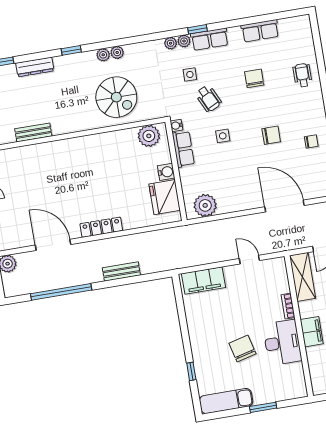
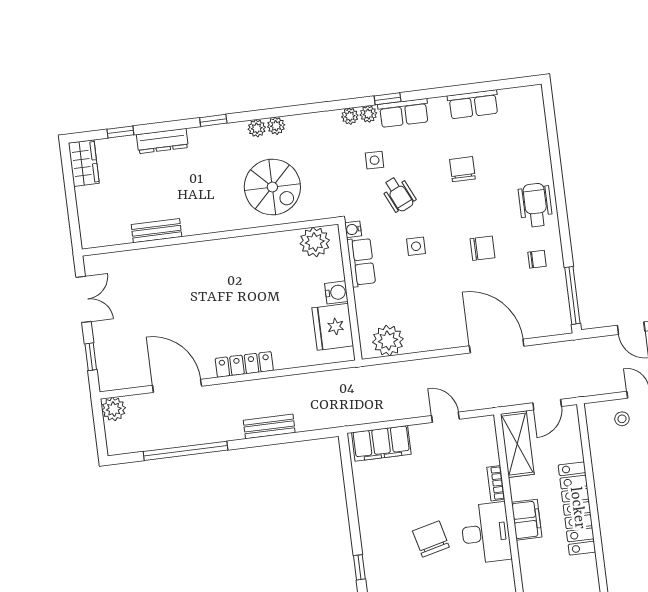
wheelchair: (302, 75) -> (535, 205), moved, width x1.36, depth x1.37

